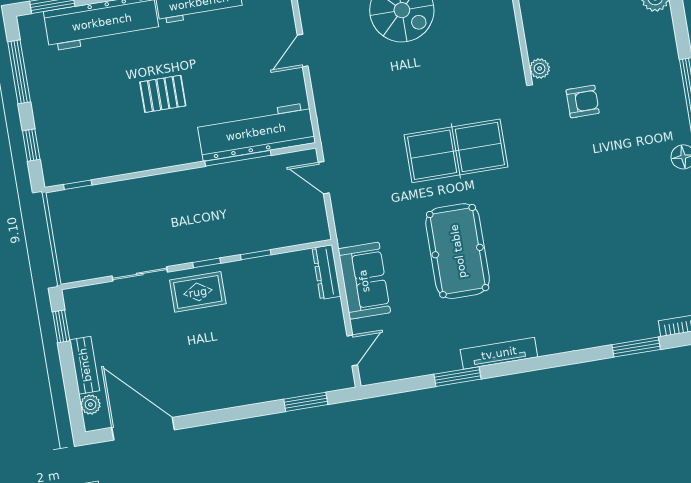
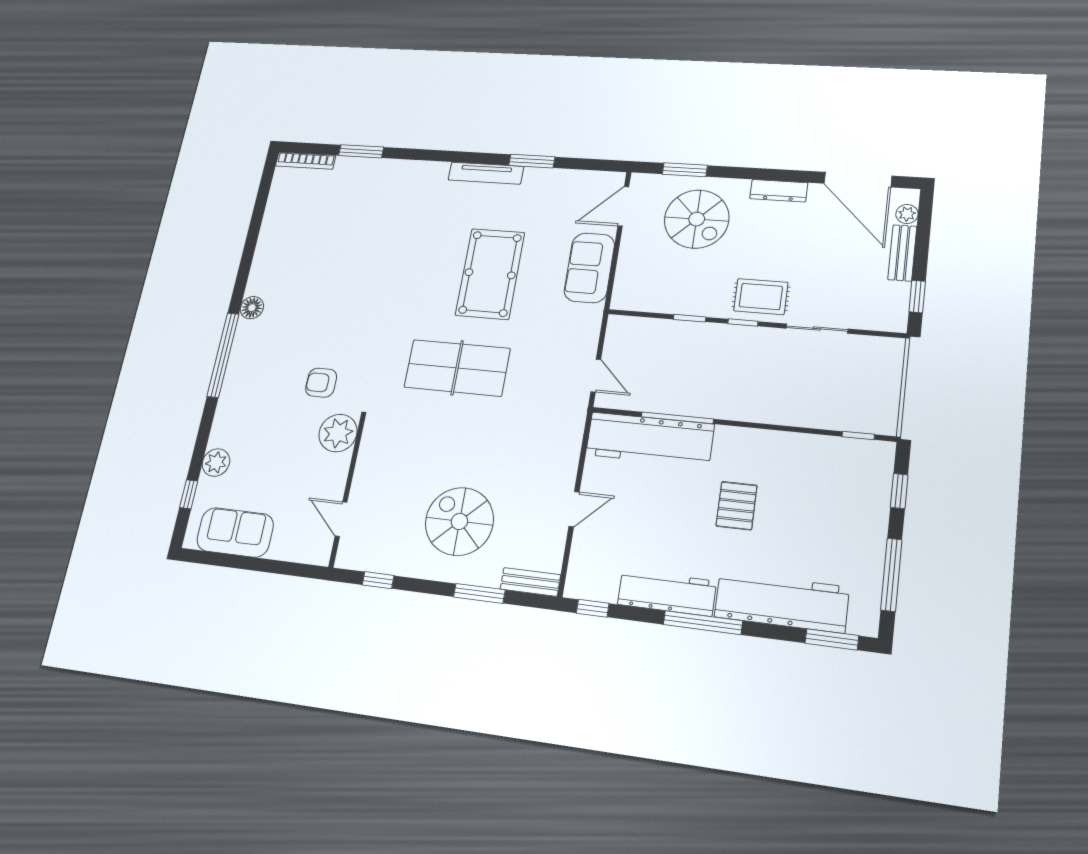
plant: (540, 68) -> (338, 433), width x1.88, depth x1.88
pallet: (163, 94) -> (737, 506), turned 90
dresser: (326, 272) -> (779, 191), moved, turned 90
door: (352, 350) -> (623, 206), width x1.38
spiral stairs: (279, 354) -> (697, 219), added

